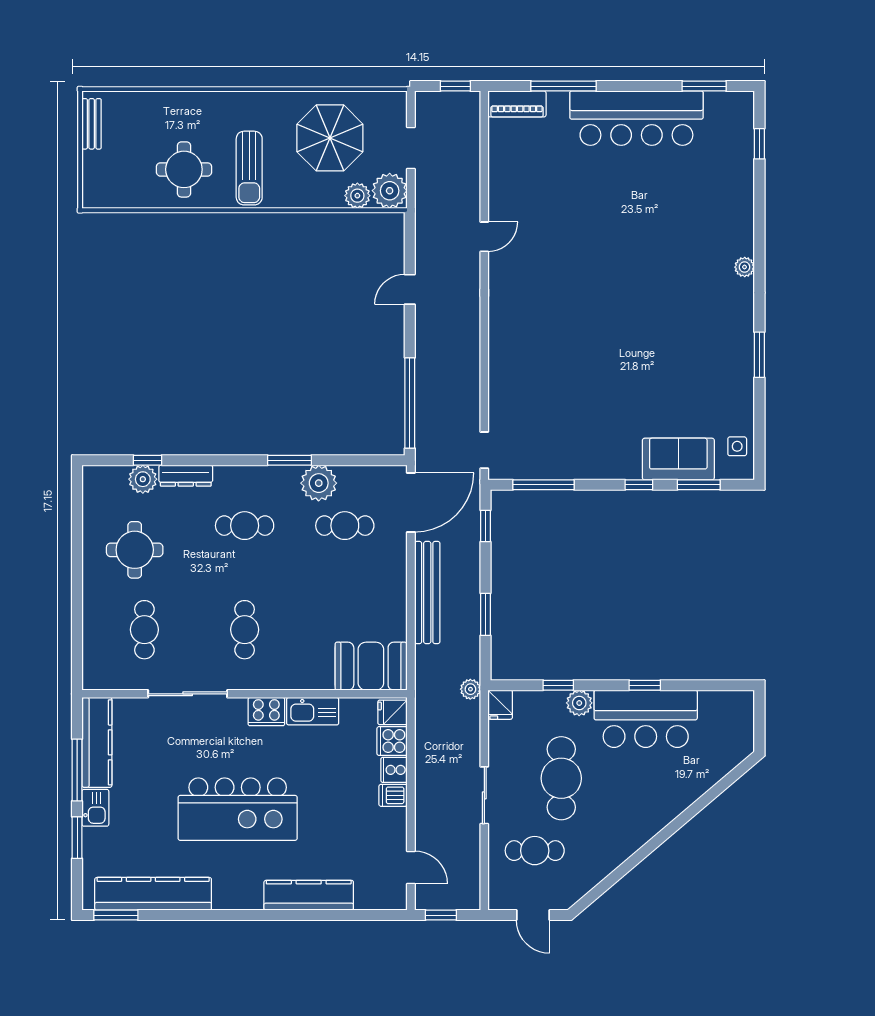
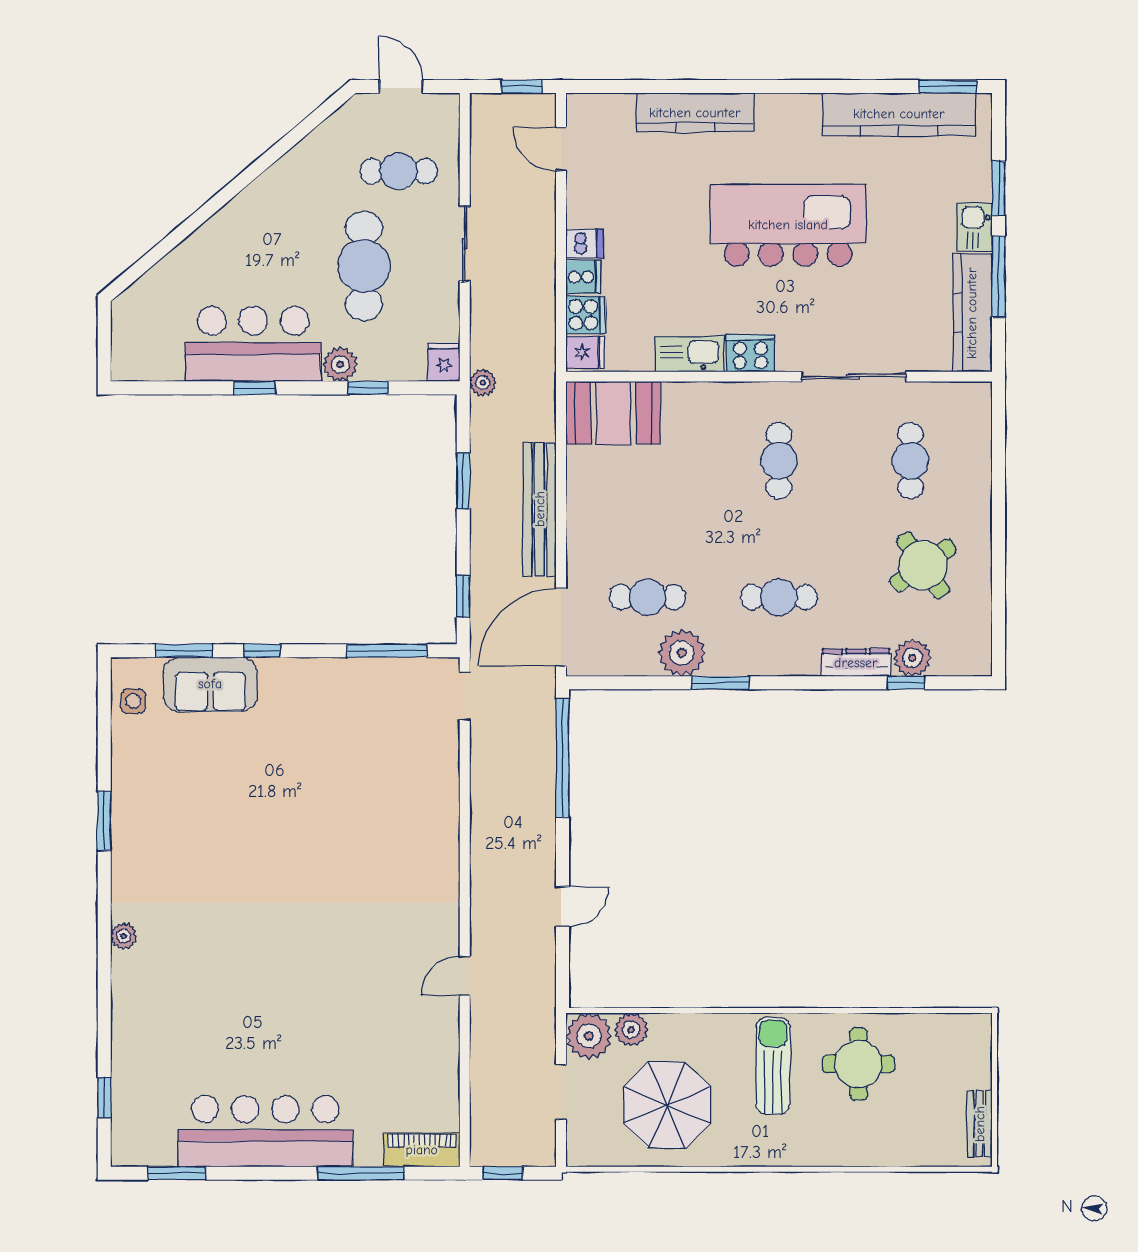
round table: (135, 550) -> (923, 565), turned -35

